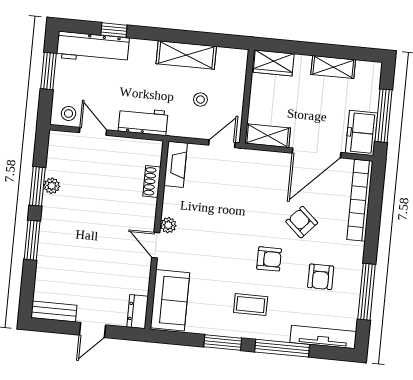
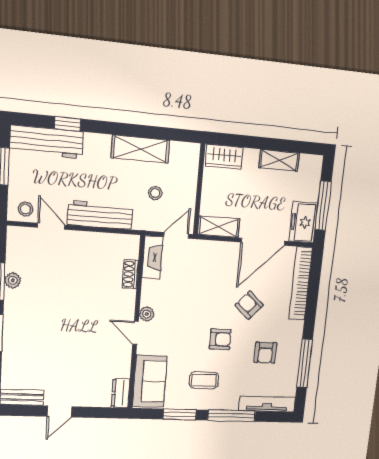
workbench: (143, 121) -> (100, 215), width x1.37
fireplace: (176, 164) -> (152, 257), moved
shoe rack: (152, 181) -> (130, 274), moved
plant: (168, 225) -> (147, 314), moved
wall: (157, 235) -> (136, 324), moved
door: (156, 245) -> (136, 333), moved
sofa: (170, 300) -> (150, 381), moved
dresser: (138, 312) -> (120, 393), moved

